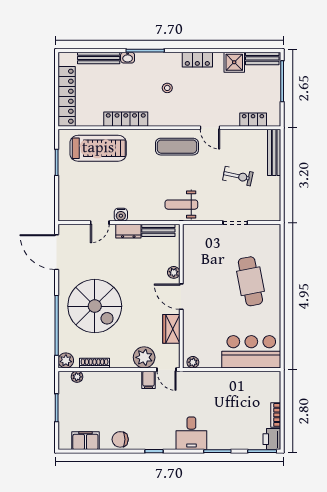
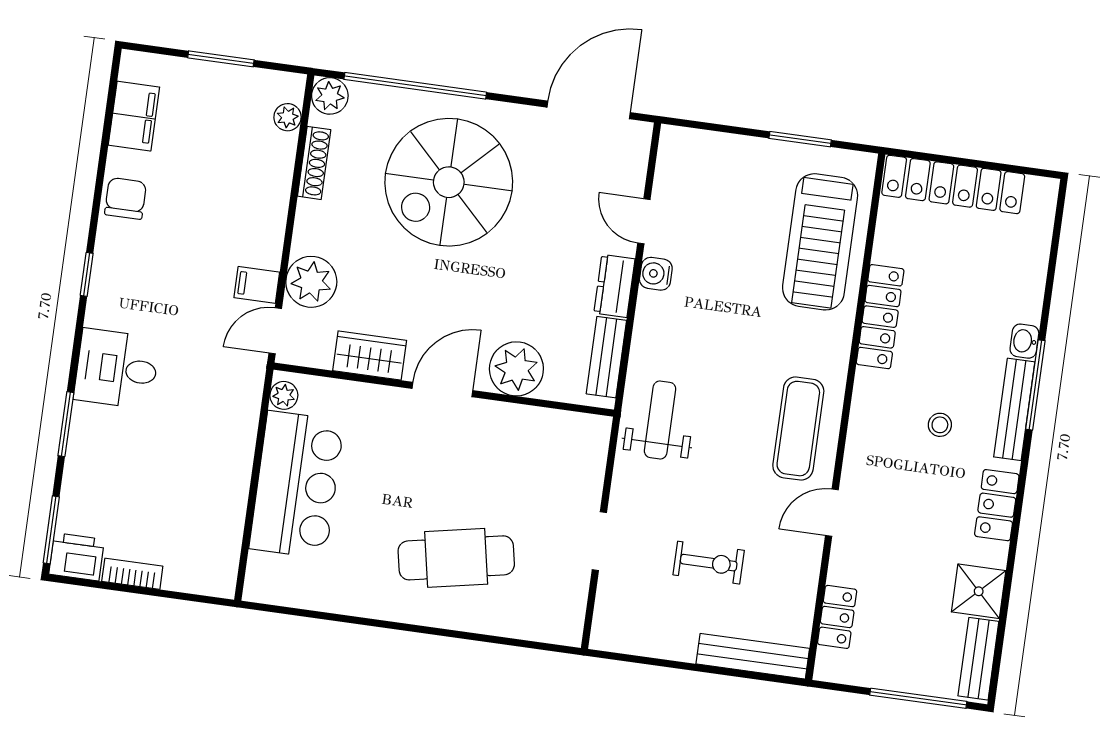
bench: (99, 58) -> (1014, 409), moved
exercise bike: (238, 176) -> (709, 563), turned -102
plant: (174, 272) -> (516, 369), width x1.88, depth x1.88
bar counter: (251, 352) -> (297, 485), moved

